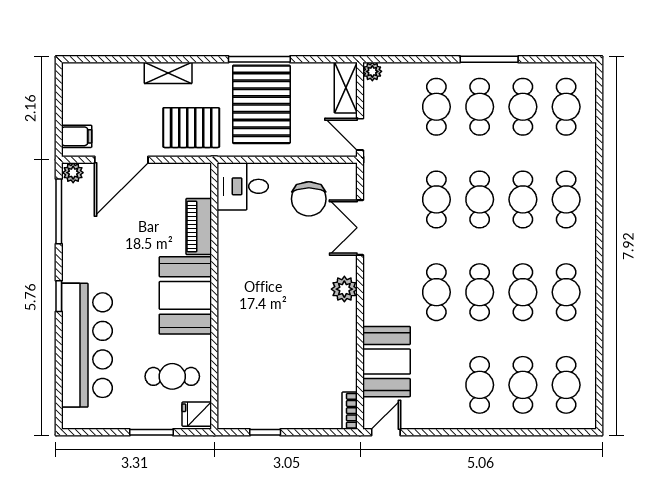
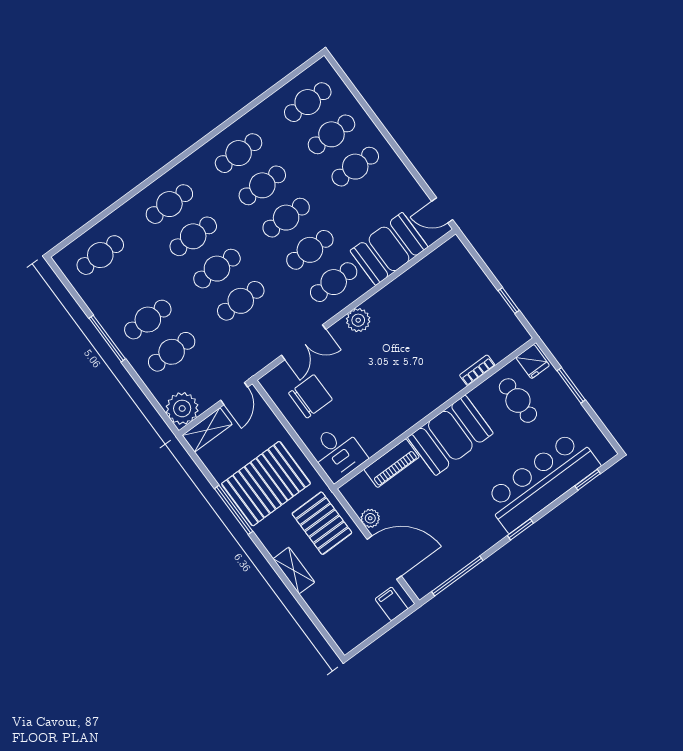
plant: (372, 71) -> (182, 408), width x1.87, depth x1.87
cafe table: (523, 107) -> (334, 282), moved
plant: (73, 173) -> (370, 518), moved
window: (59, 386) -> (588, 480), added
bookcase: (350, 411) -> (477, 370), moved, turned 180

